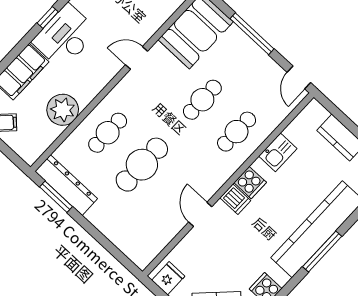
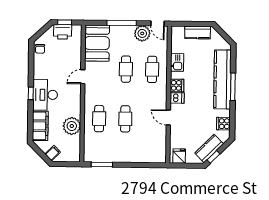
plant: (267, 72) -> (142, 33), added
cafe table: (142, 165) -> (125, 119), width x0.73, depth x0.74
dresser: (66, 185) -> (102, 156), removed

